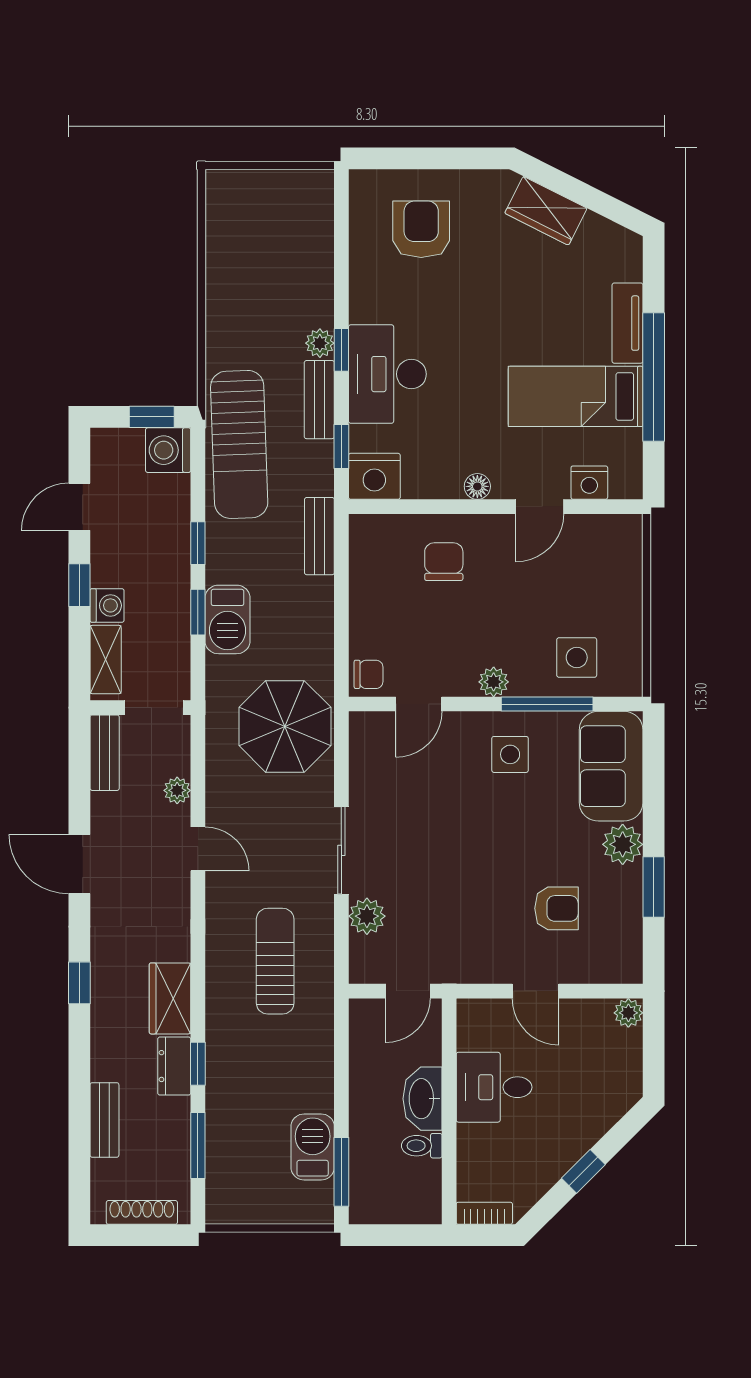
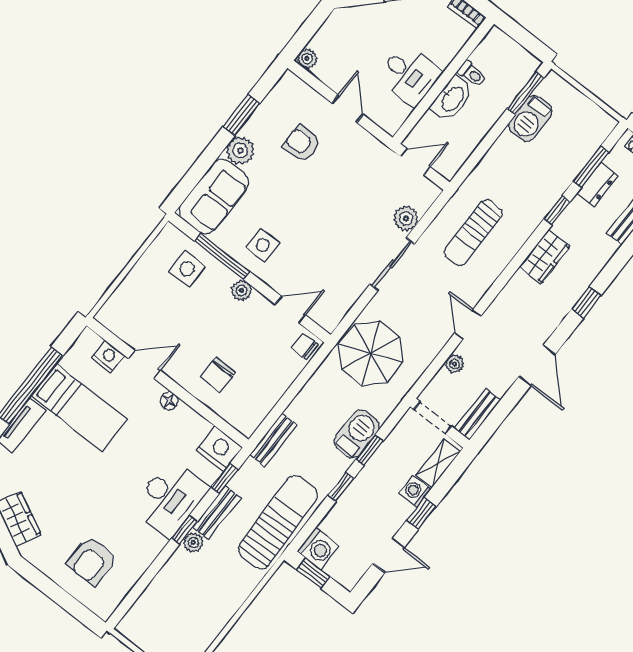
dresser: (174, 1066) -> (597, 184), moved

